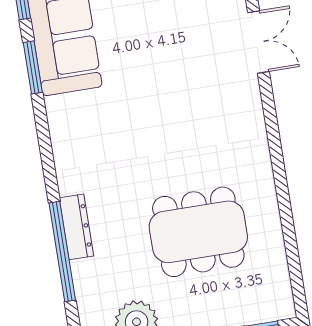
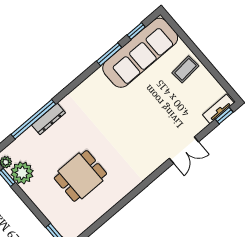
dining table: (198, 232) -> (80, 176), width x0.73

